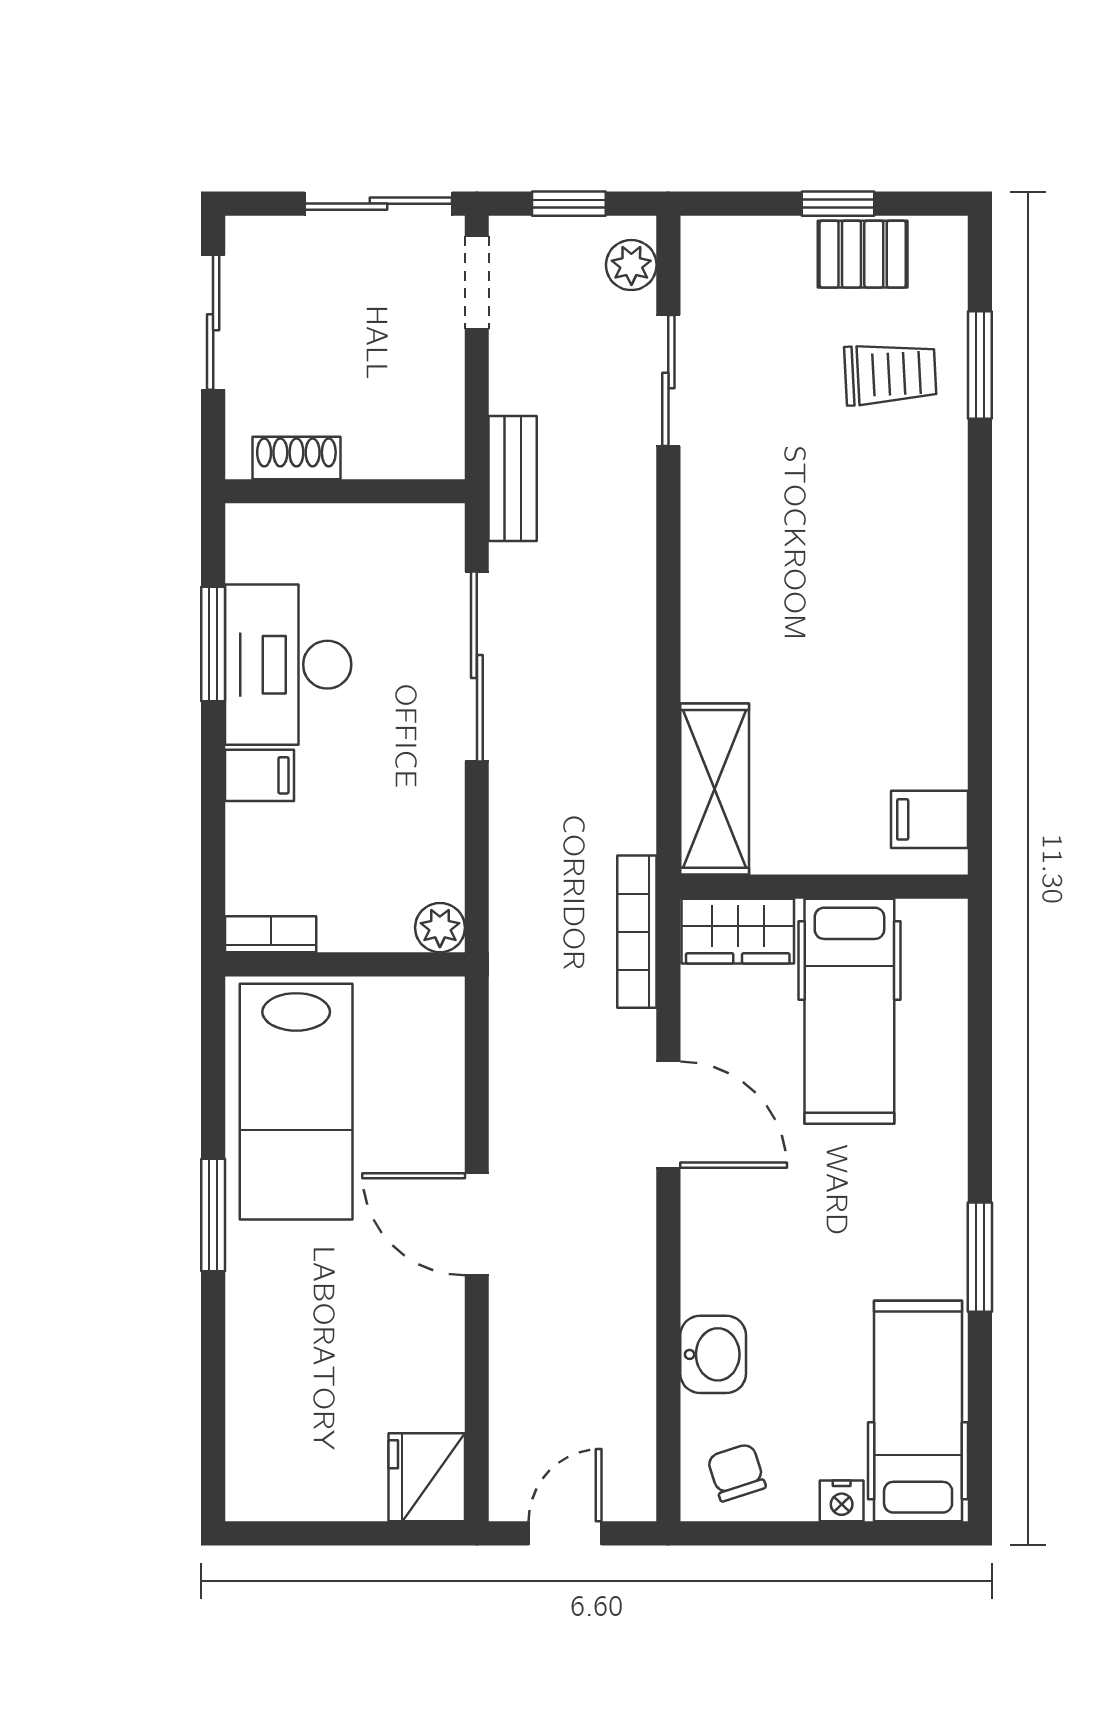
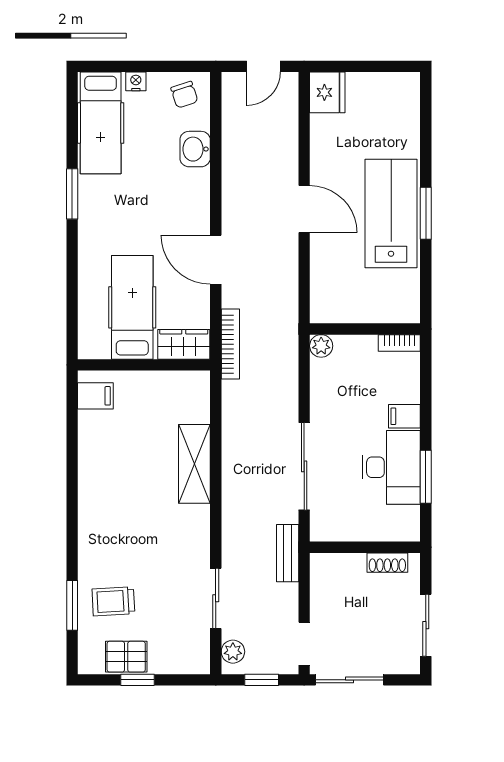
shelving: (715, 789) -> (194, 464), moved
lab bench: (296, 1102) -> (391, 213), moved

